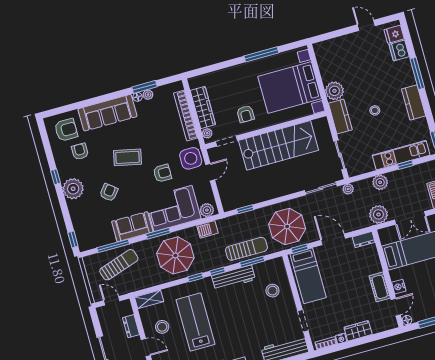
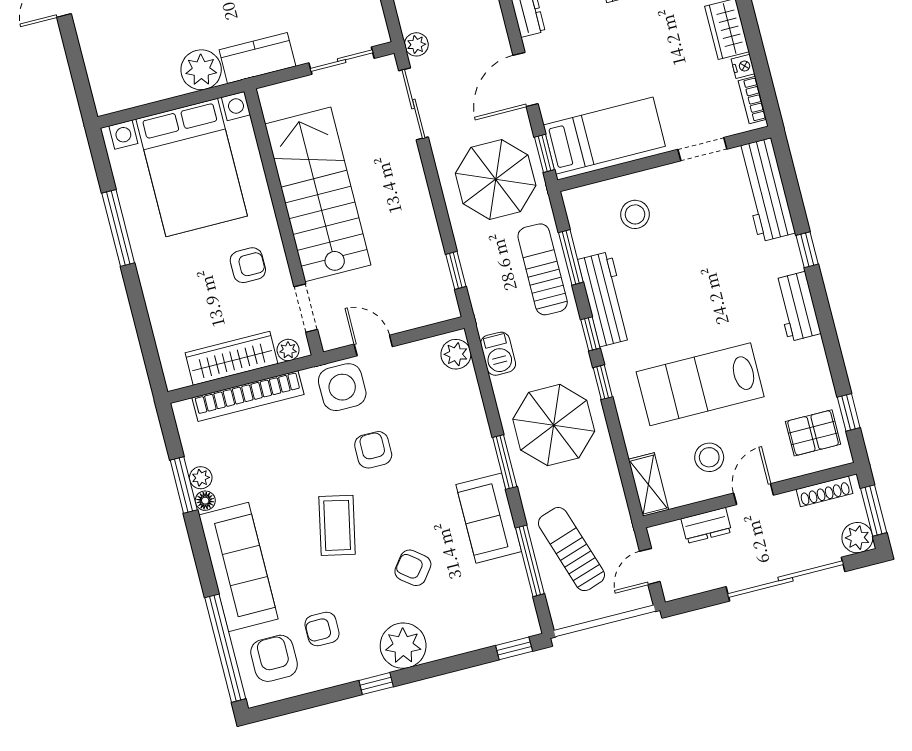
window: (70, 107) -> (225, 648), added
corner sofa: (173, 209) -> (451, 428), removed

